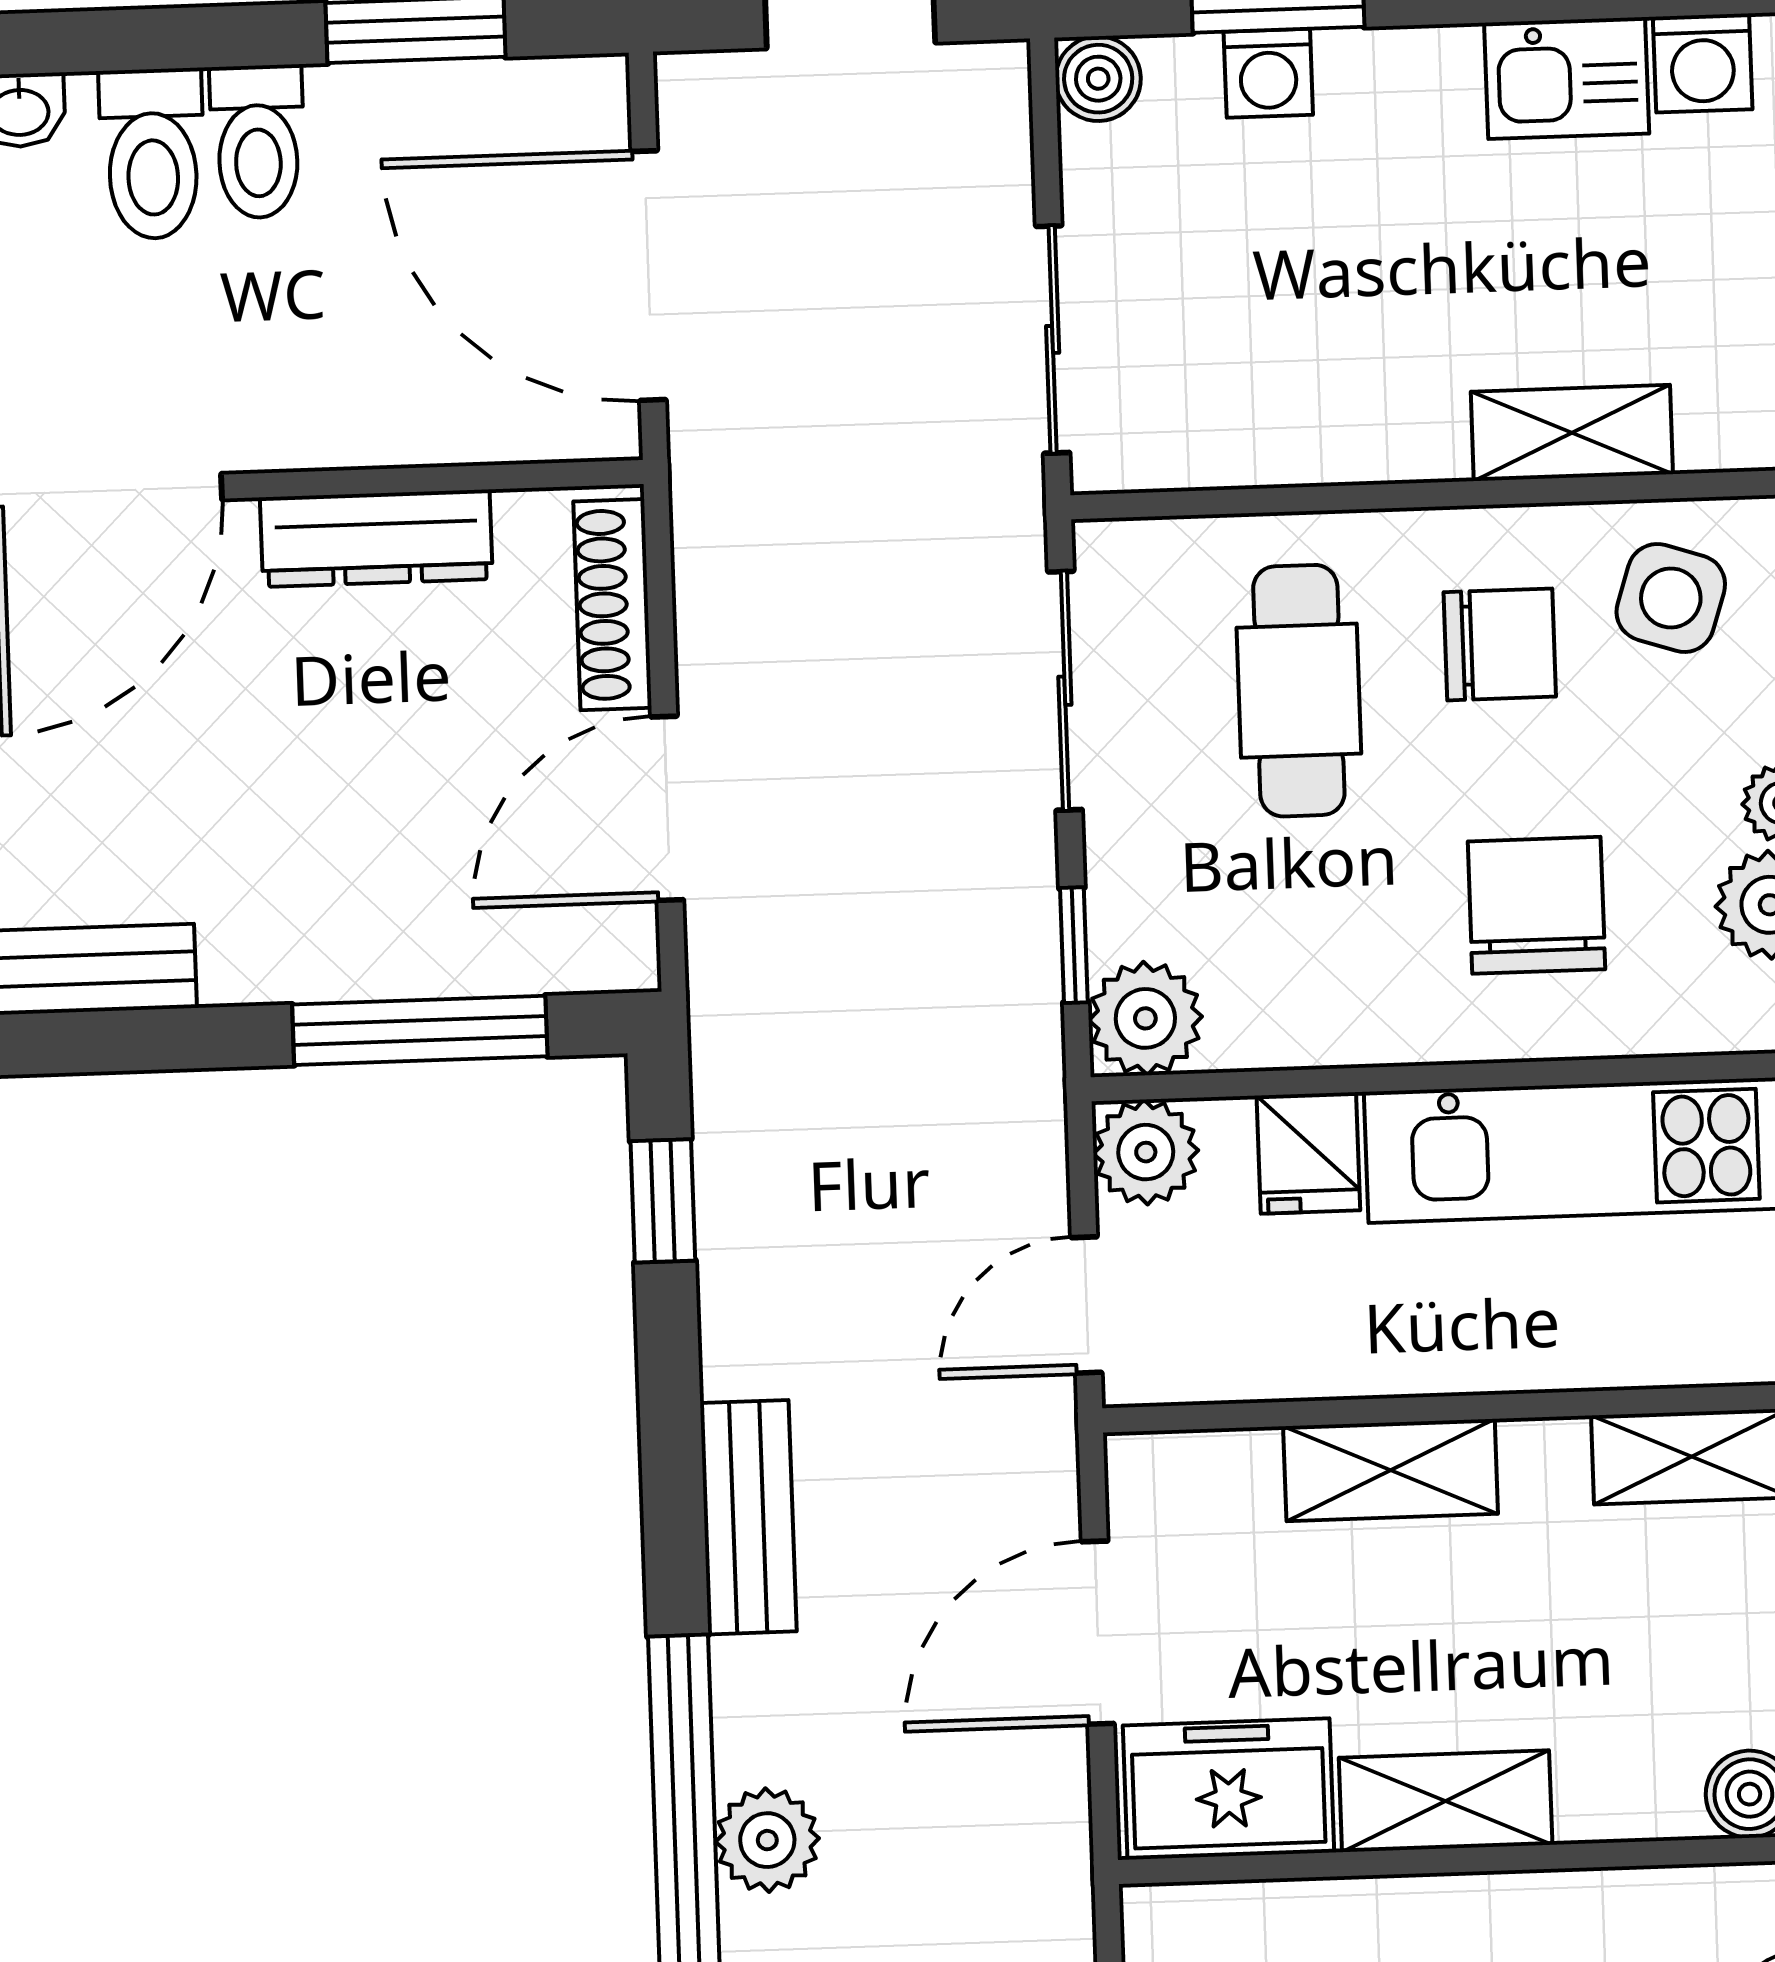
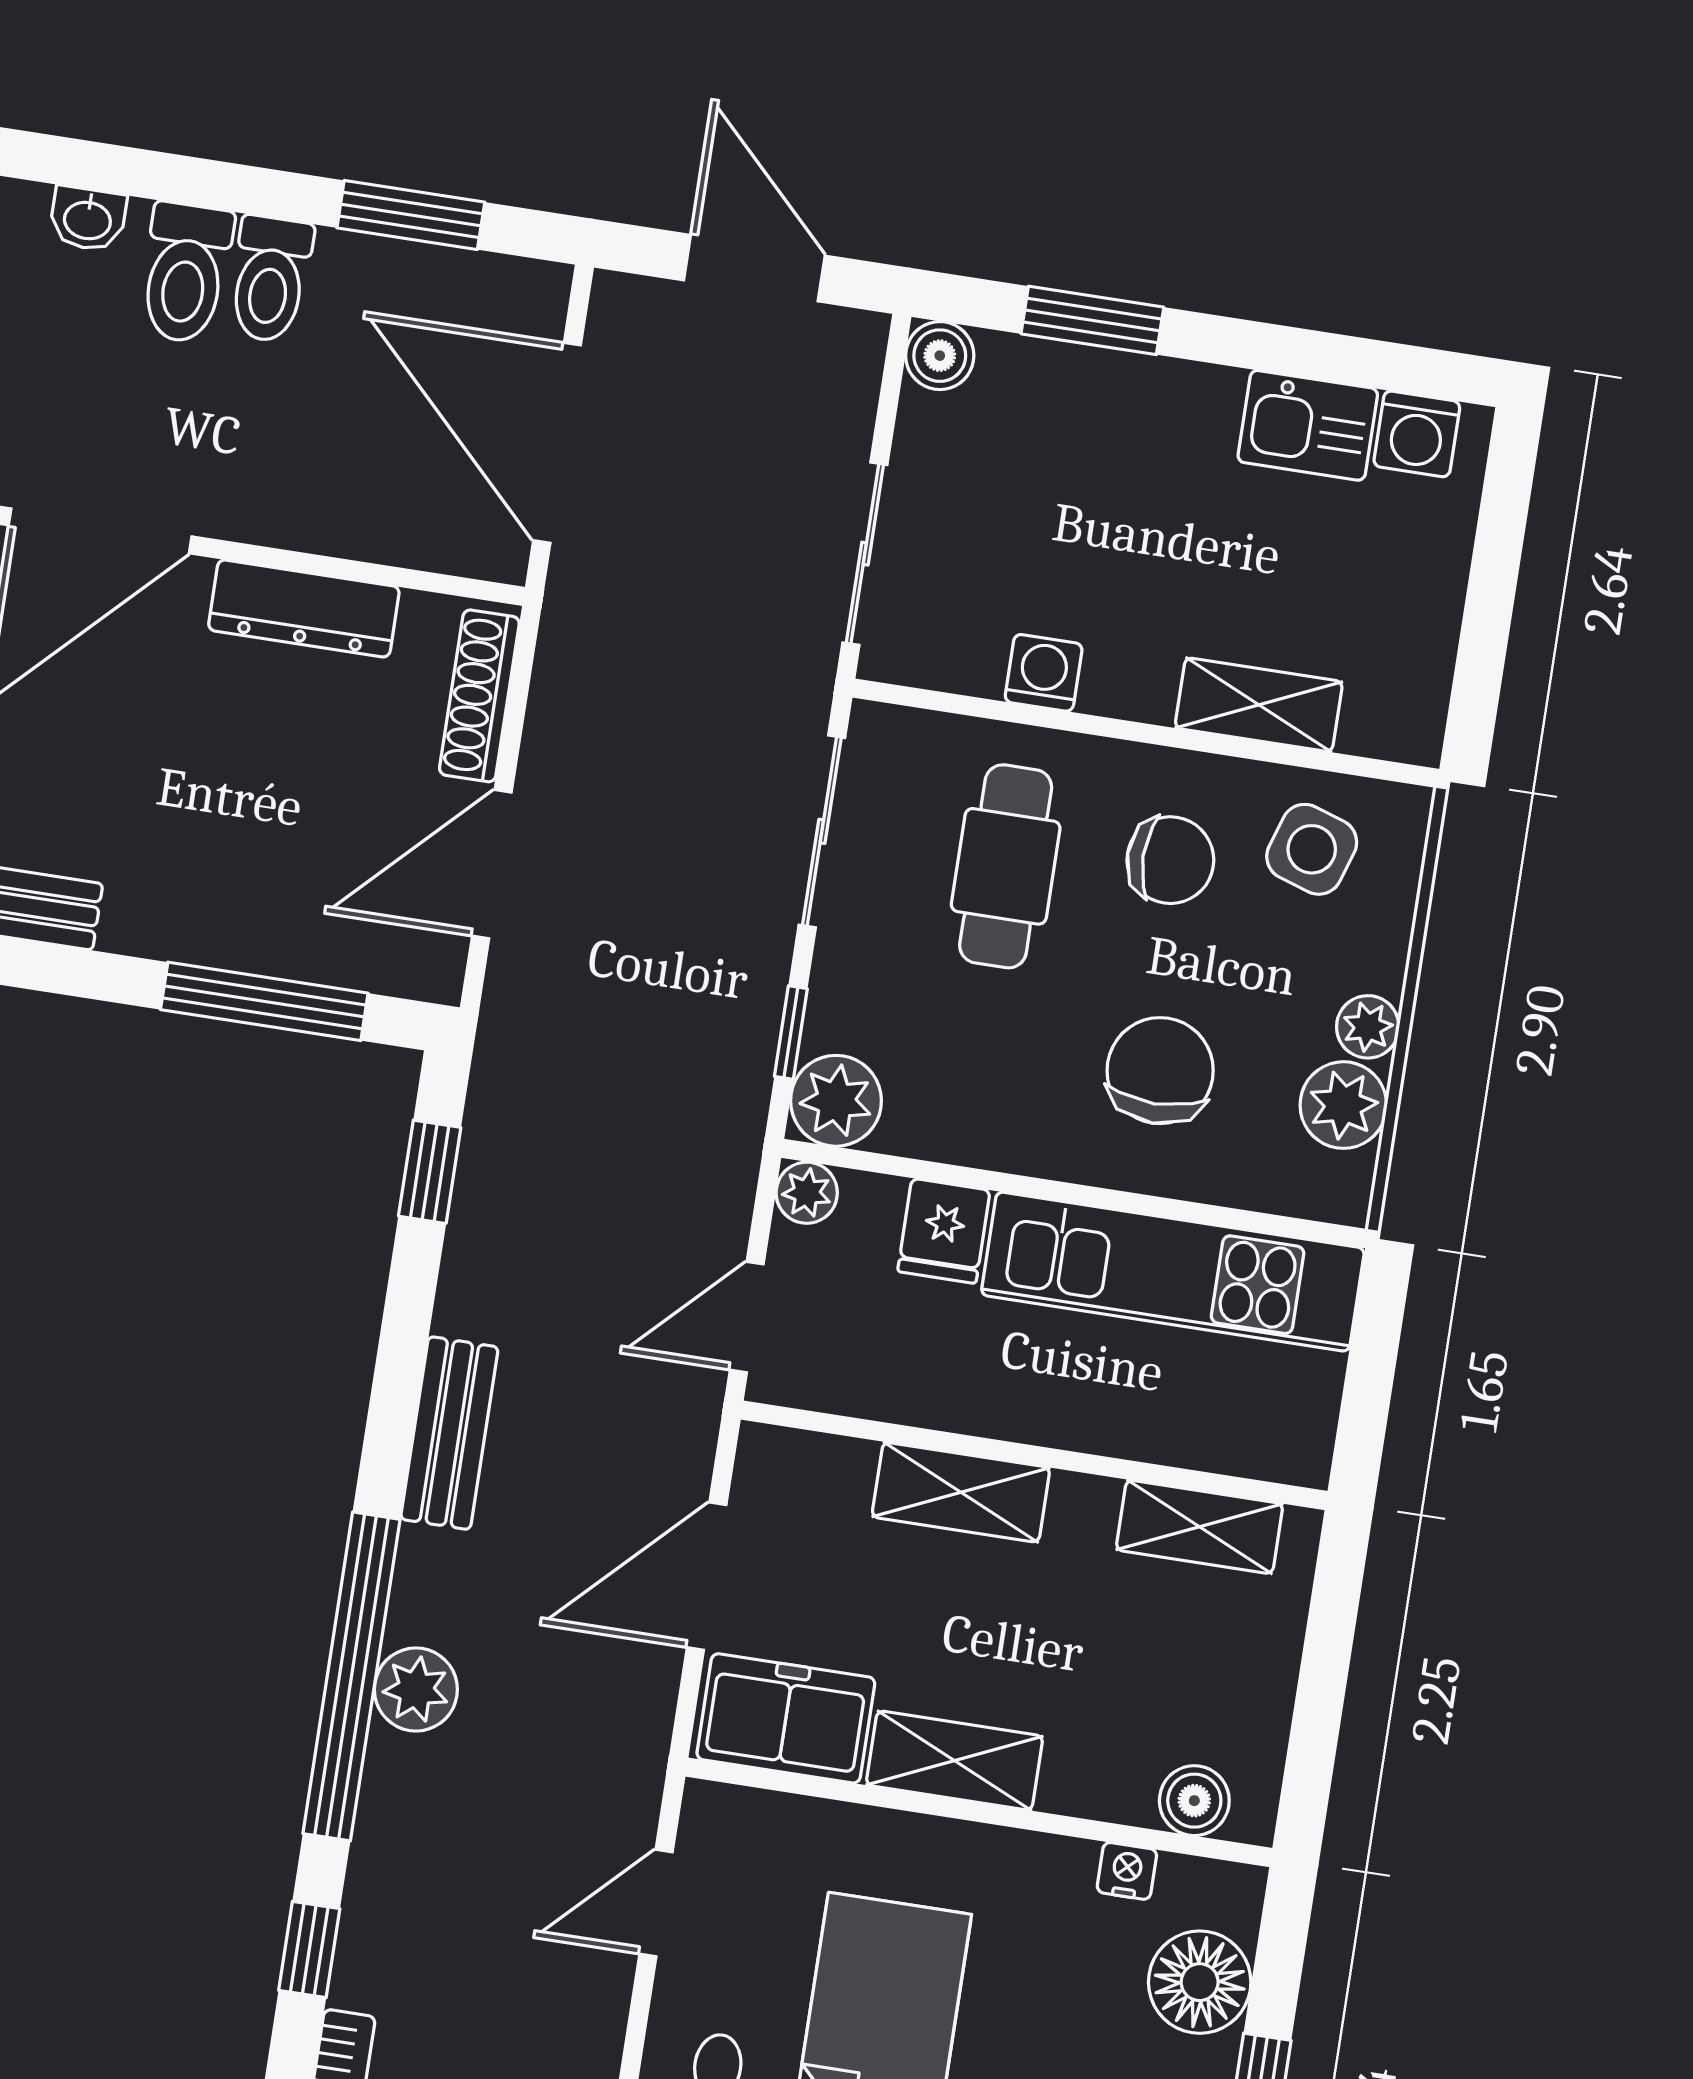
washing machine: (1268, 73) -> (1044, 673), moved, turned 180
plant: (1146, 1152) -> (807, 1193), width x0.73, depth x0.73
nightstand: (1683, 1896) -> (1127, 1871), added

